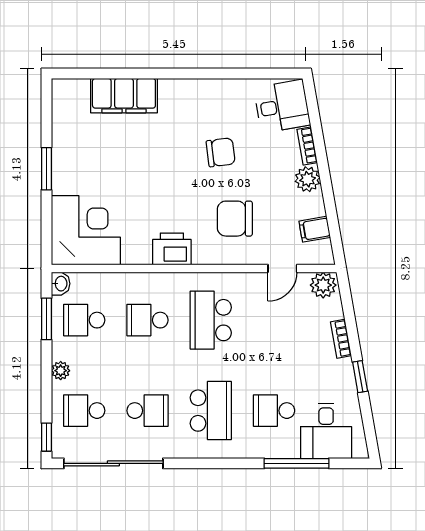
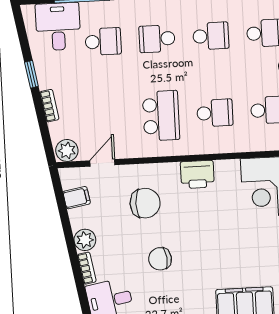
school desk: (147, 411) -> (211, 36), turned 180
school desk: (211, 411) -> (157, 39), width x0.54

